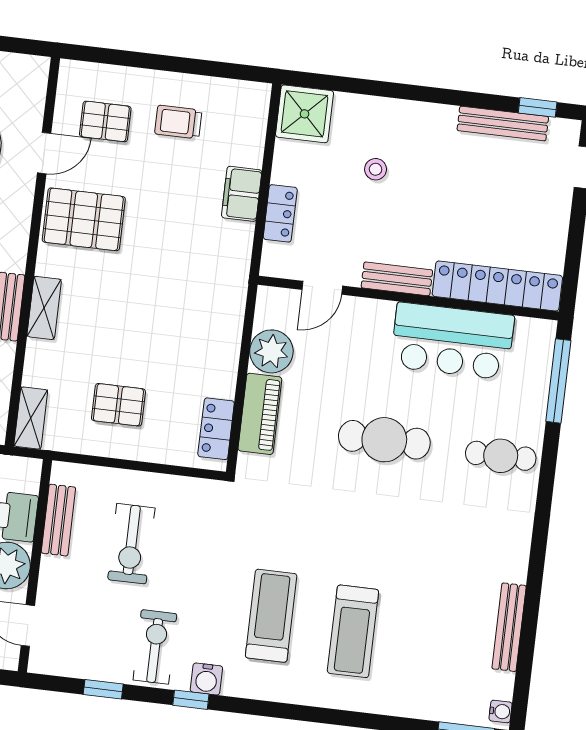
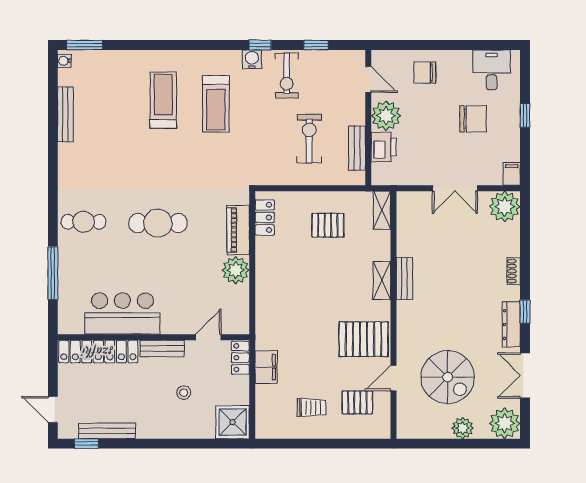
bench: (397, 279) -> (162, 348), moved
locker: (497, 286) -> (98, 352), moved
door: (322, 288) -> (208, 337), moved
wall: (408, 298) -> (153, 337), moved
bar counter: (452, 341) -> (123, 314), moved

